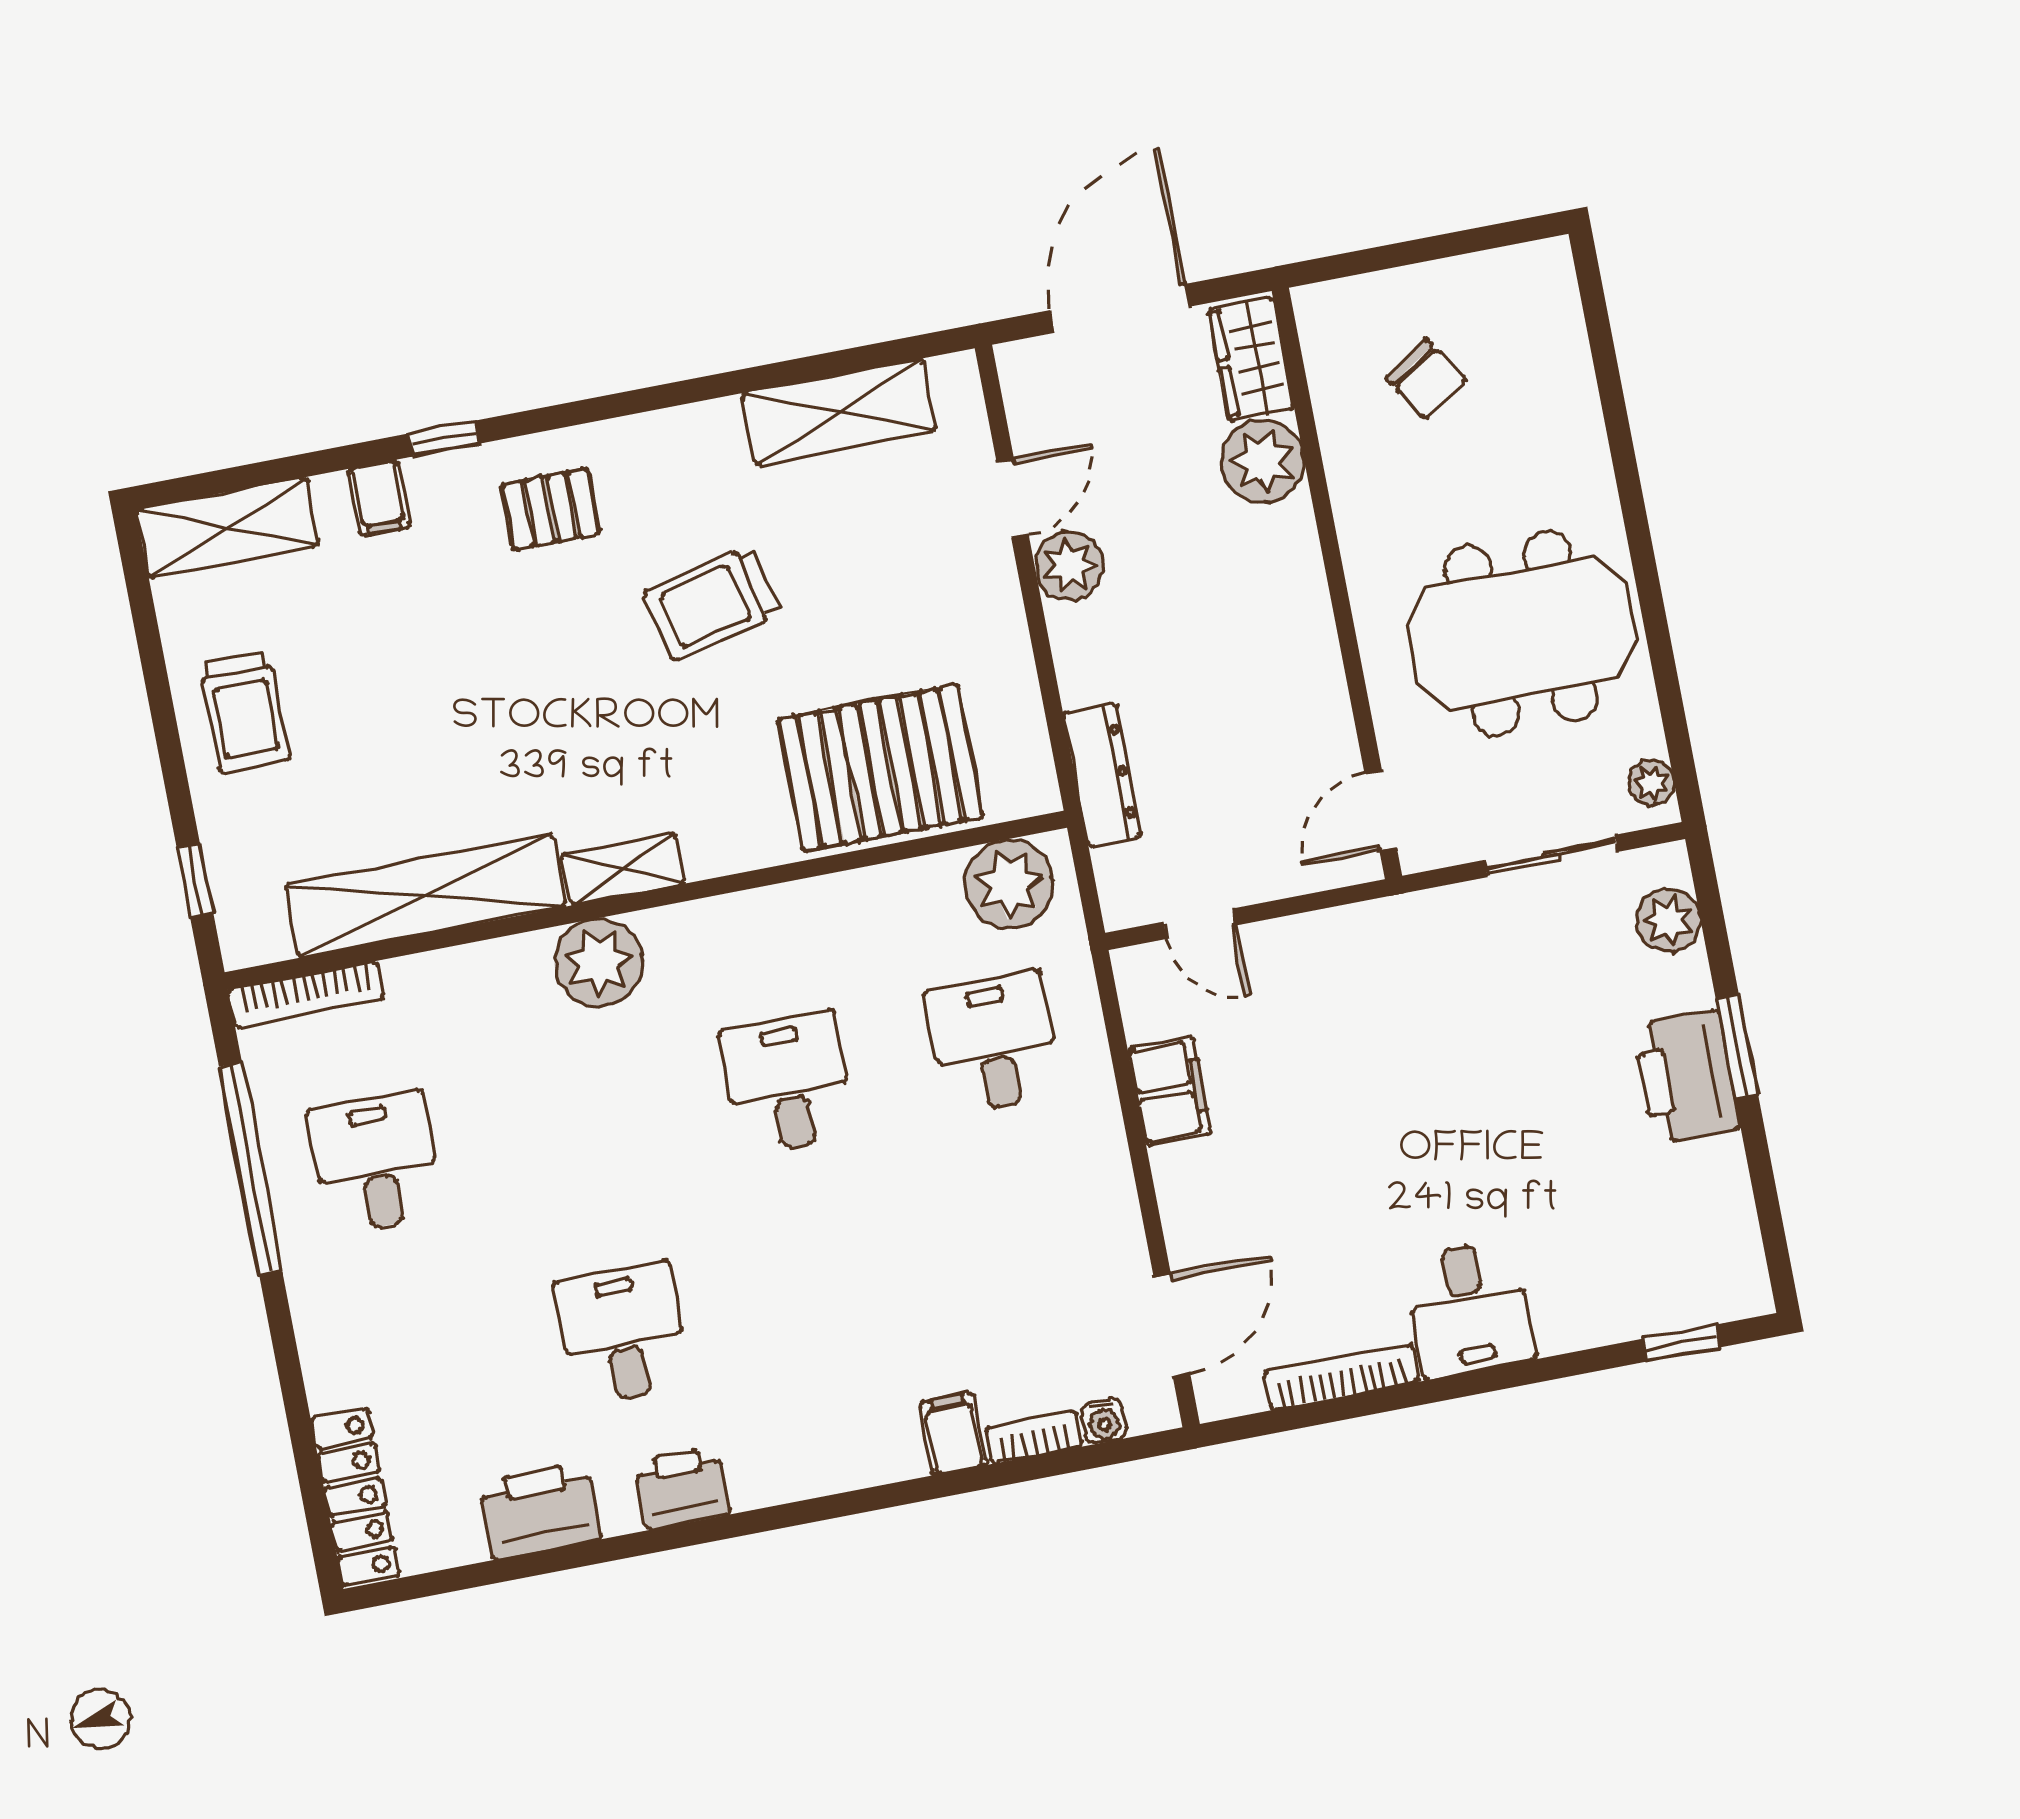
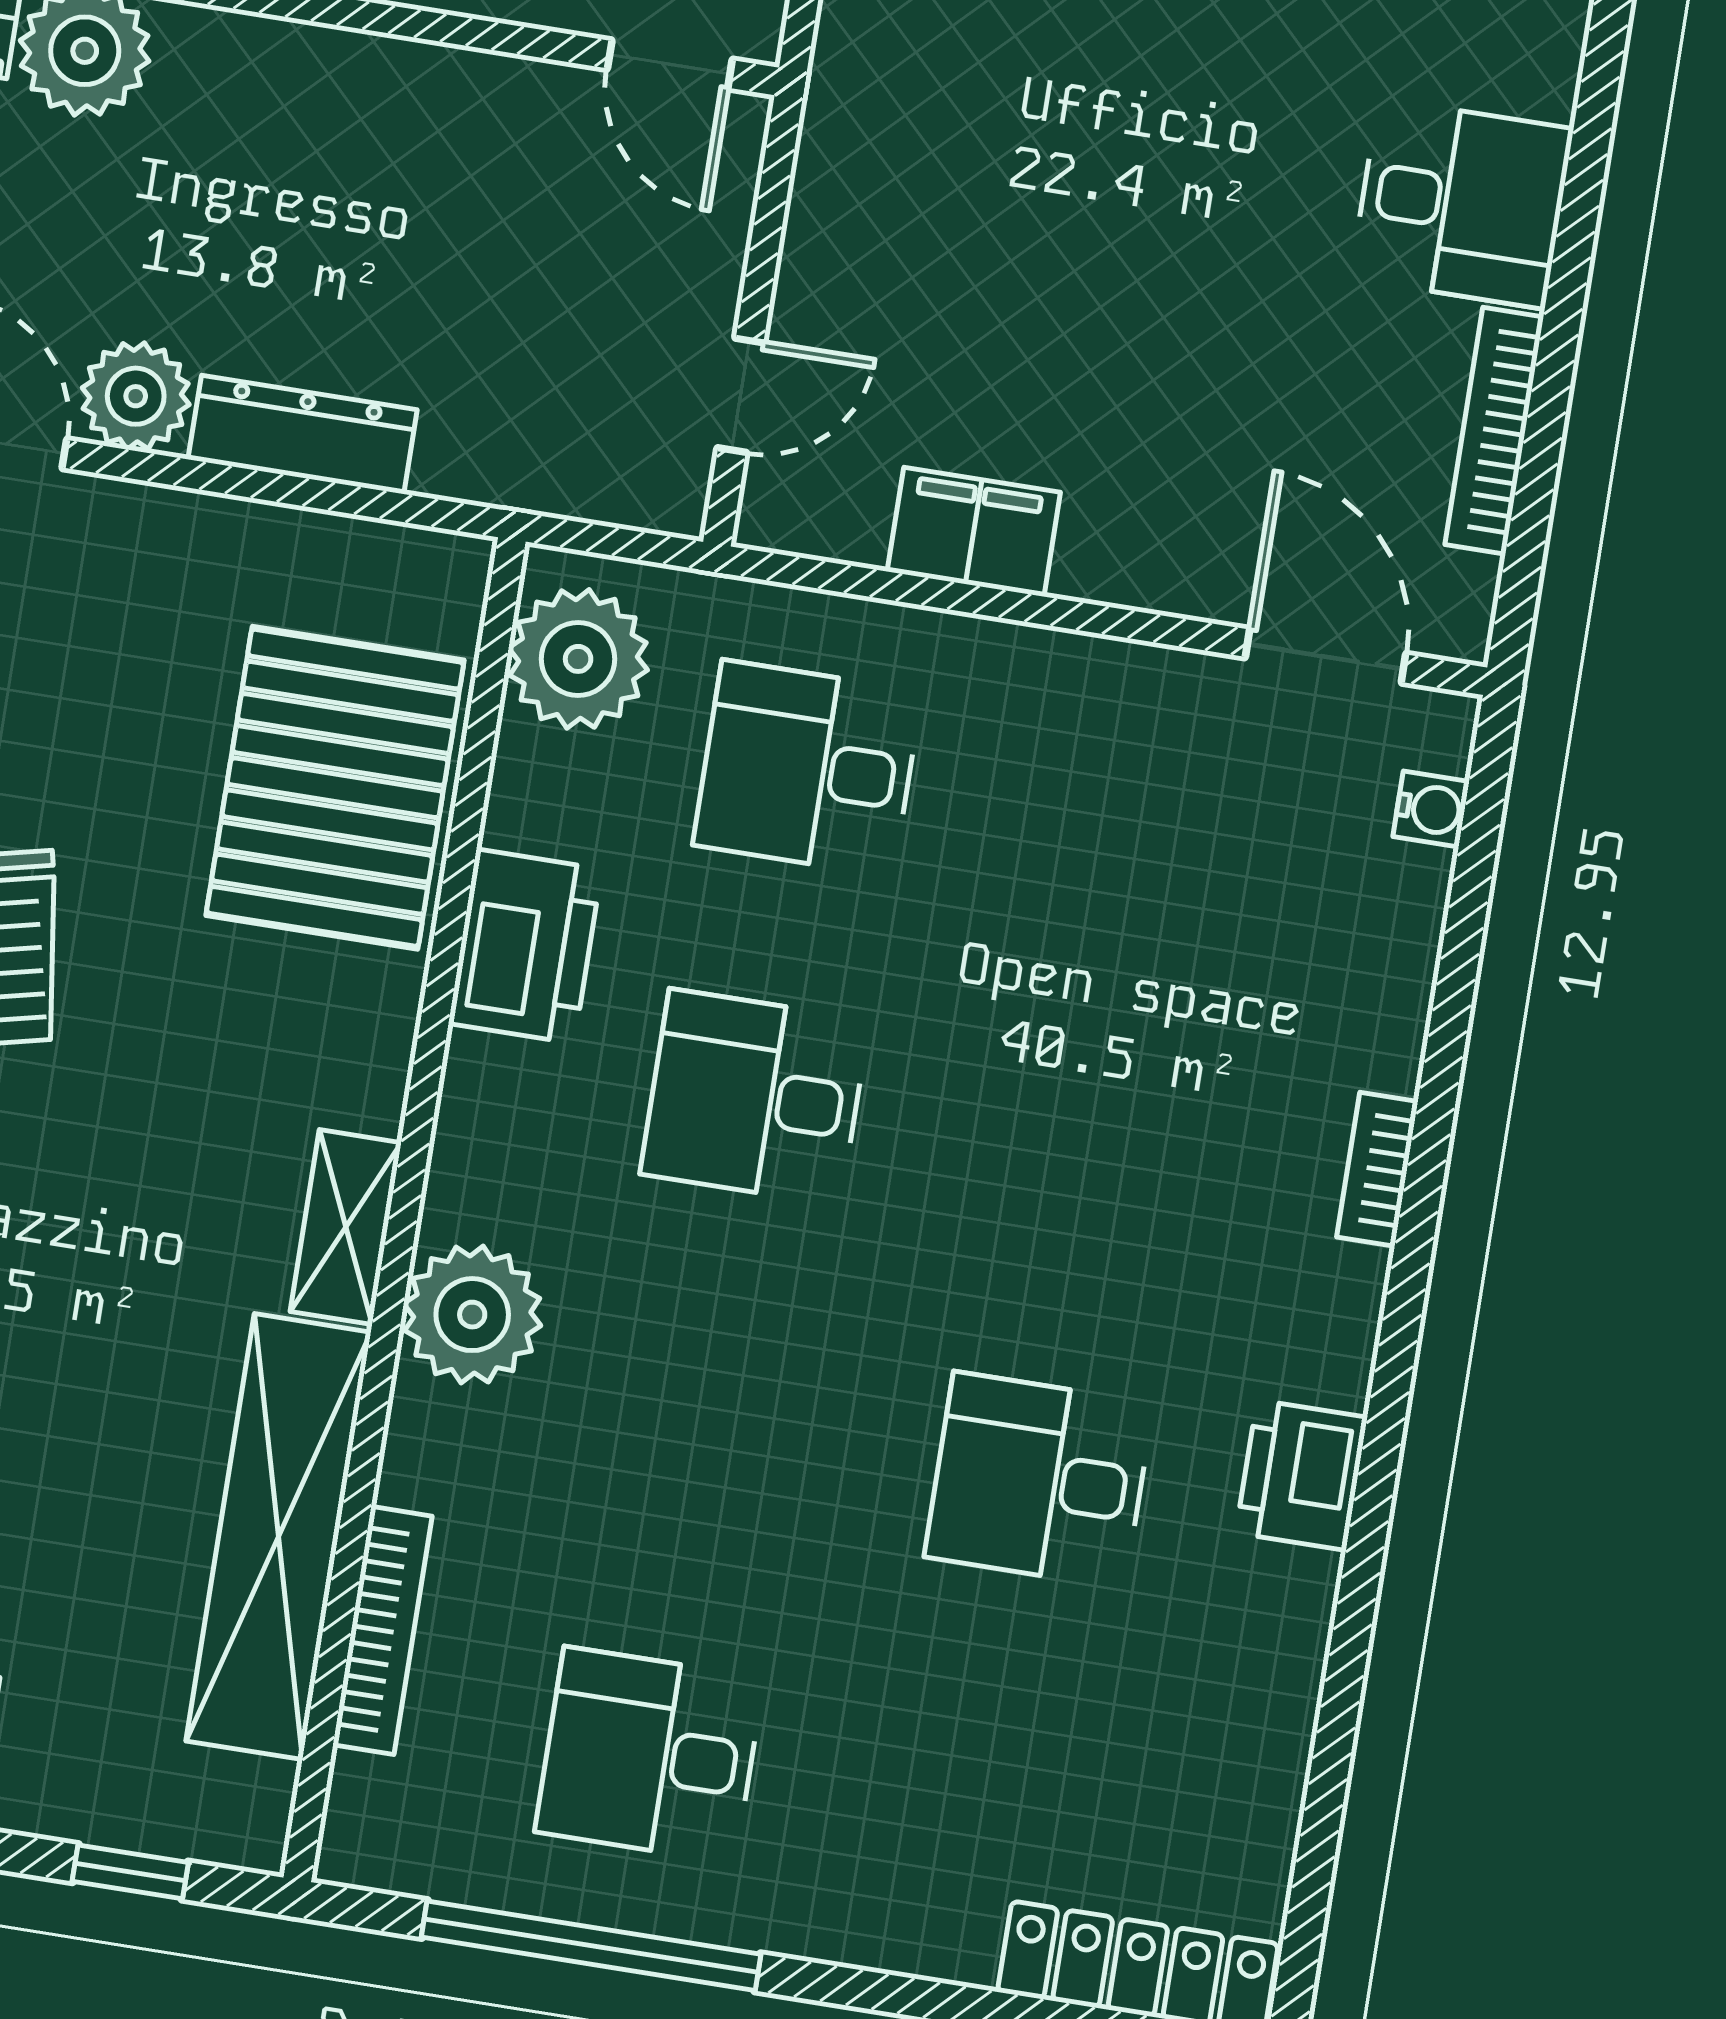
dresser: (1102, 775) -> (303, 435), moved
bookcase: (306, 994) -> (382, 1630), moved
filing cabinet: (953, 1434) -> (1368, 1041), removed
bookcase: (1034, 1437) -> (1377, 1169), moved
printer: (540, 1510) -> (525, 946), moved, turned 180

